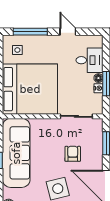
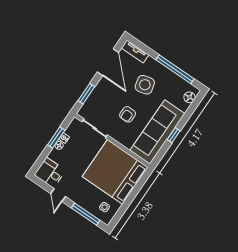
desk: (90, 60) -> (50, 173), moved
armchair: (73, 154) -> (128, 114), moved

